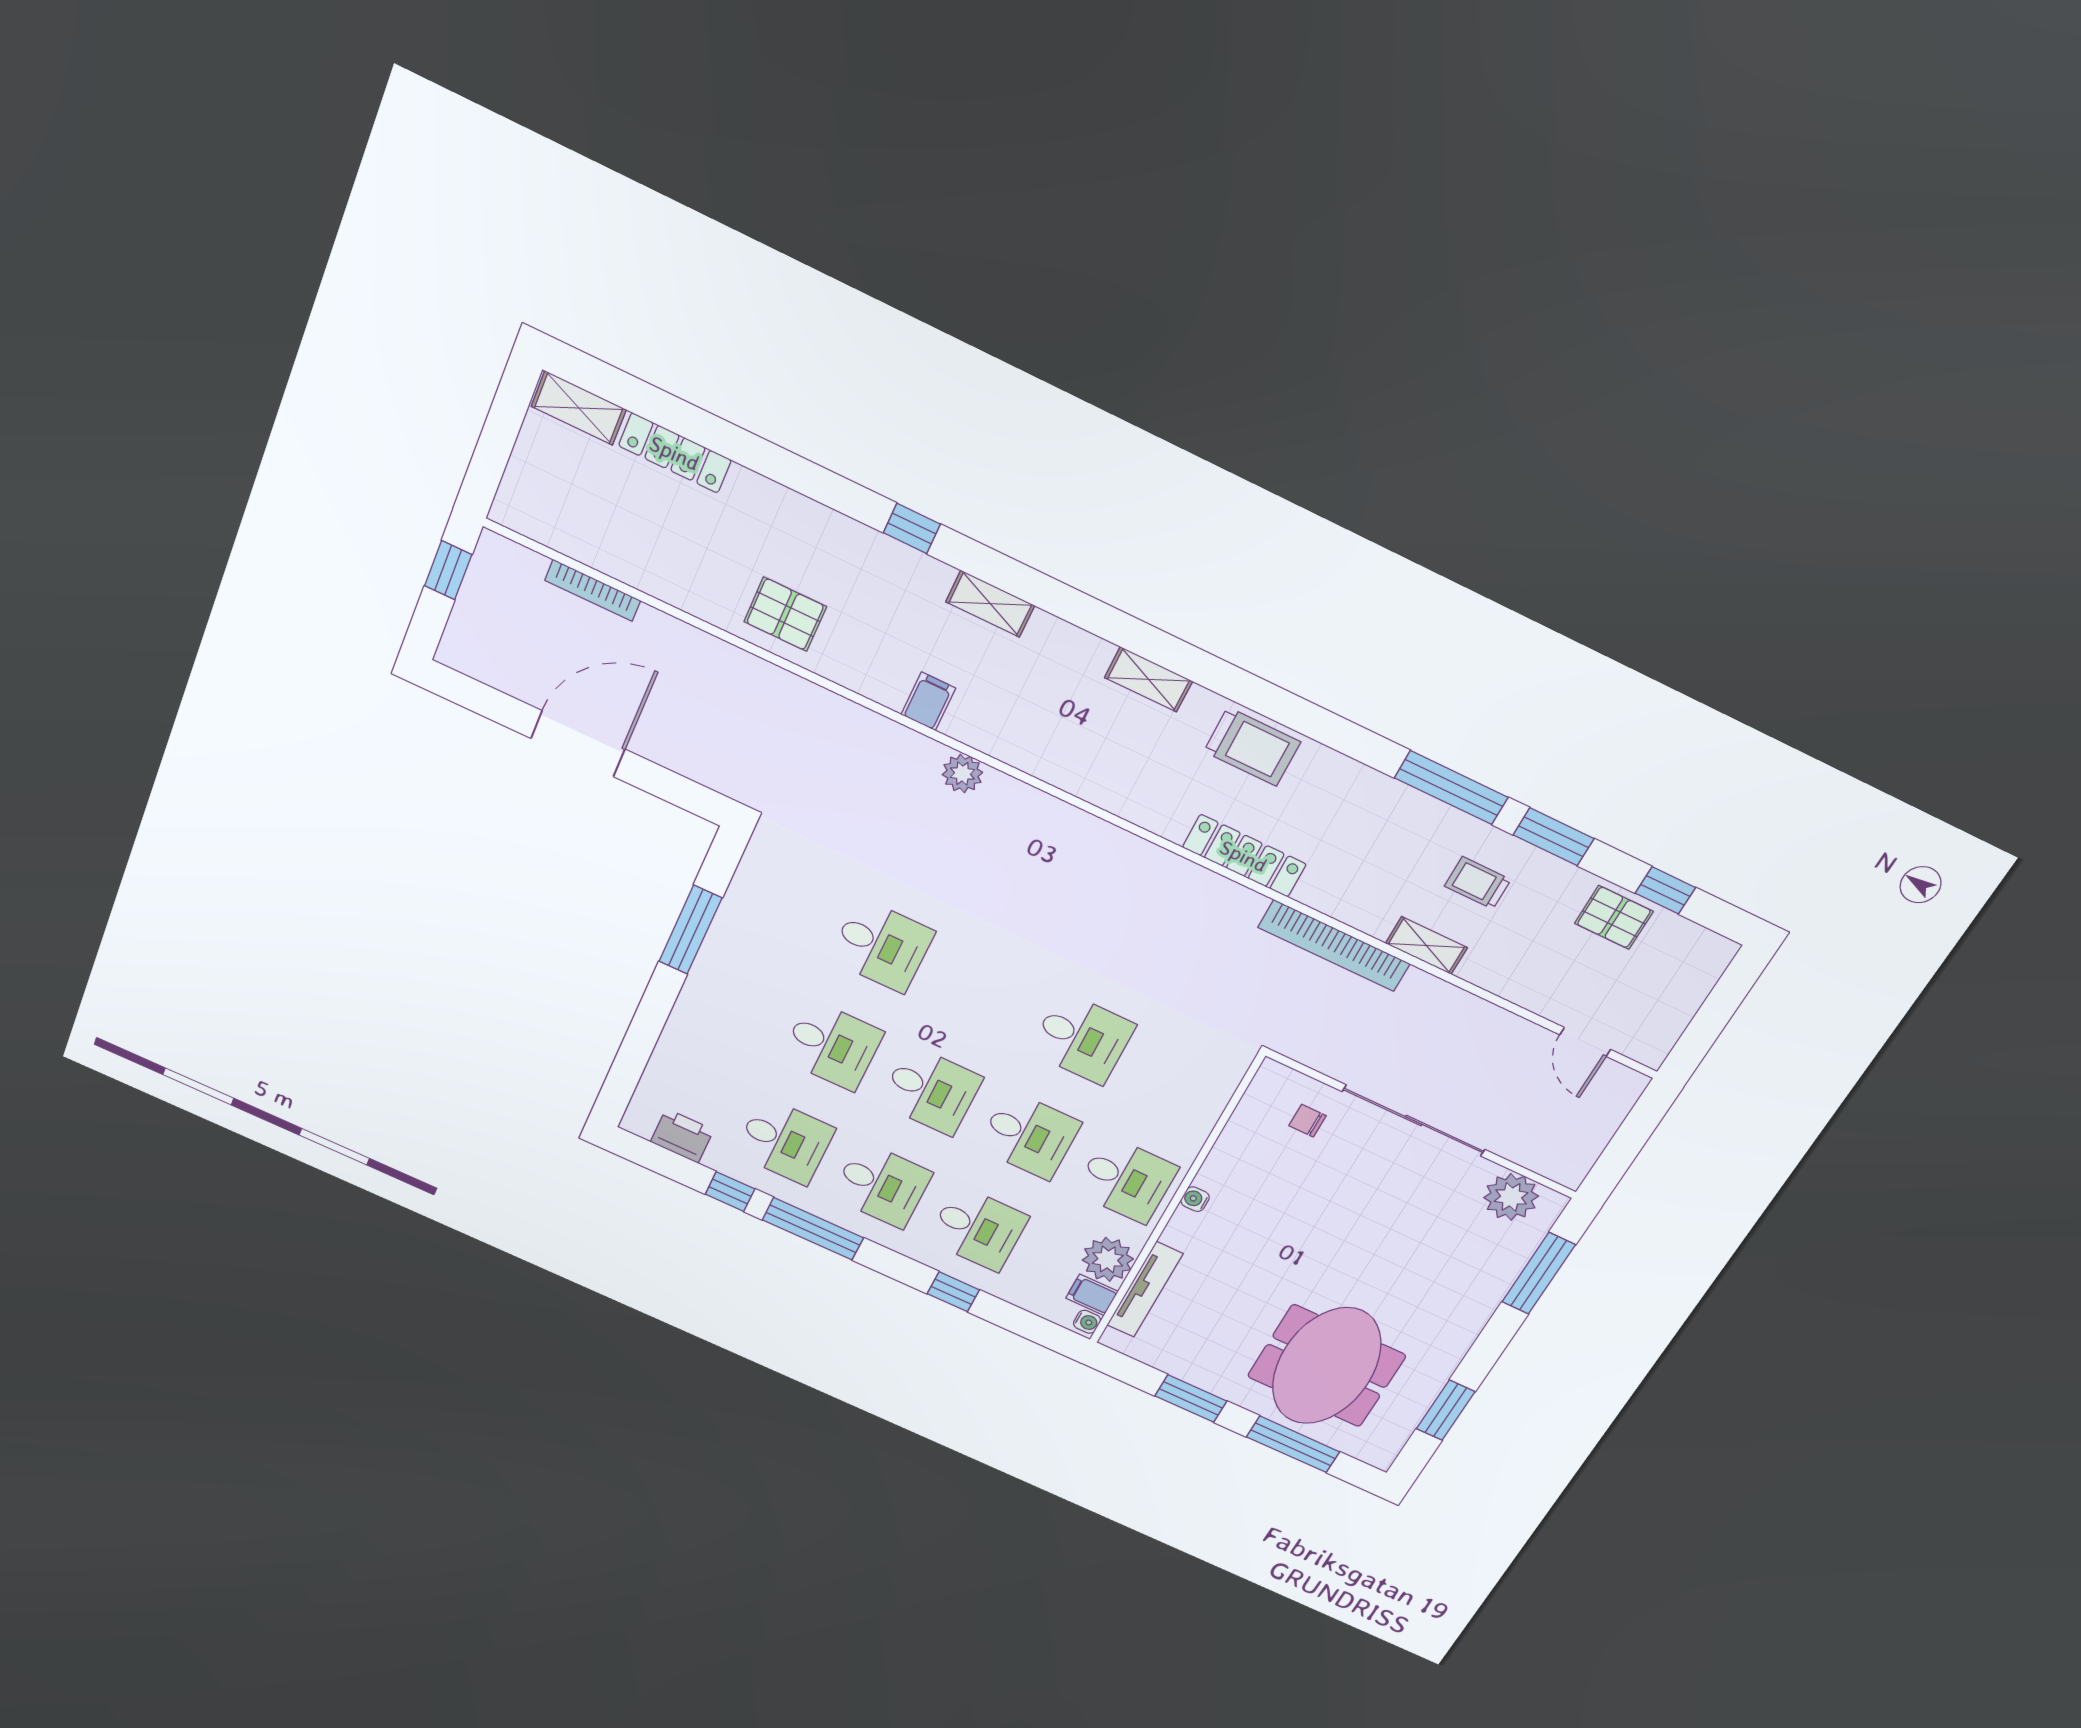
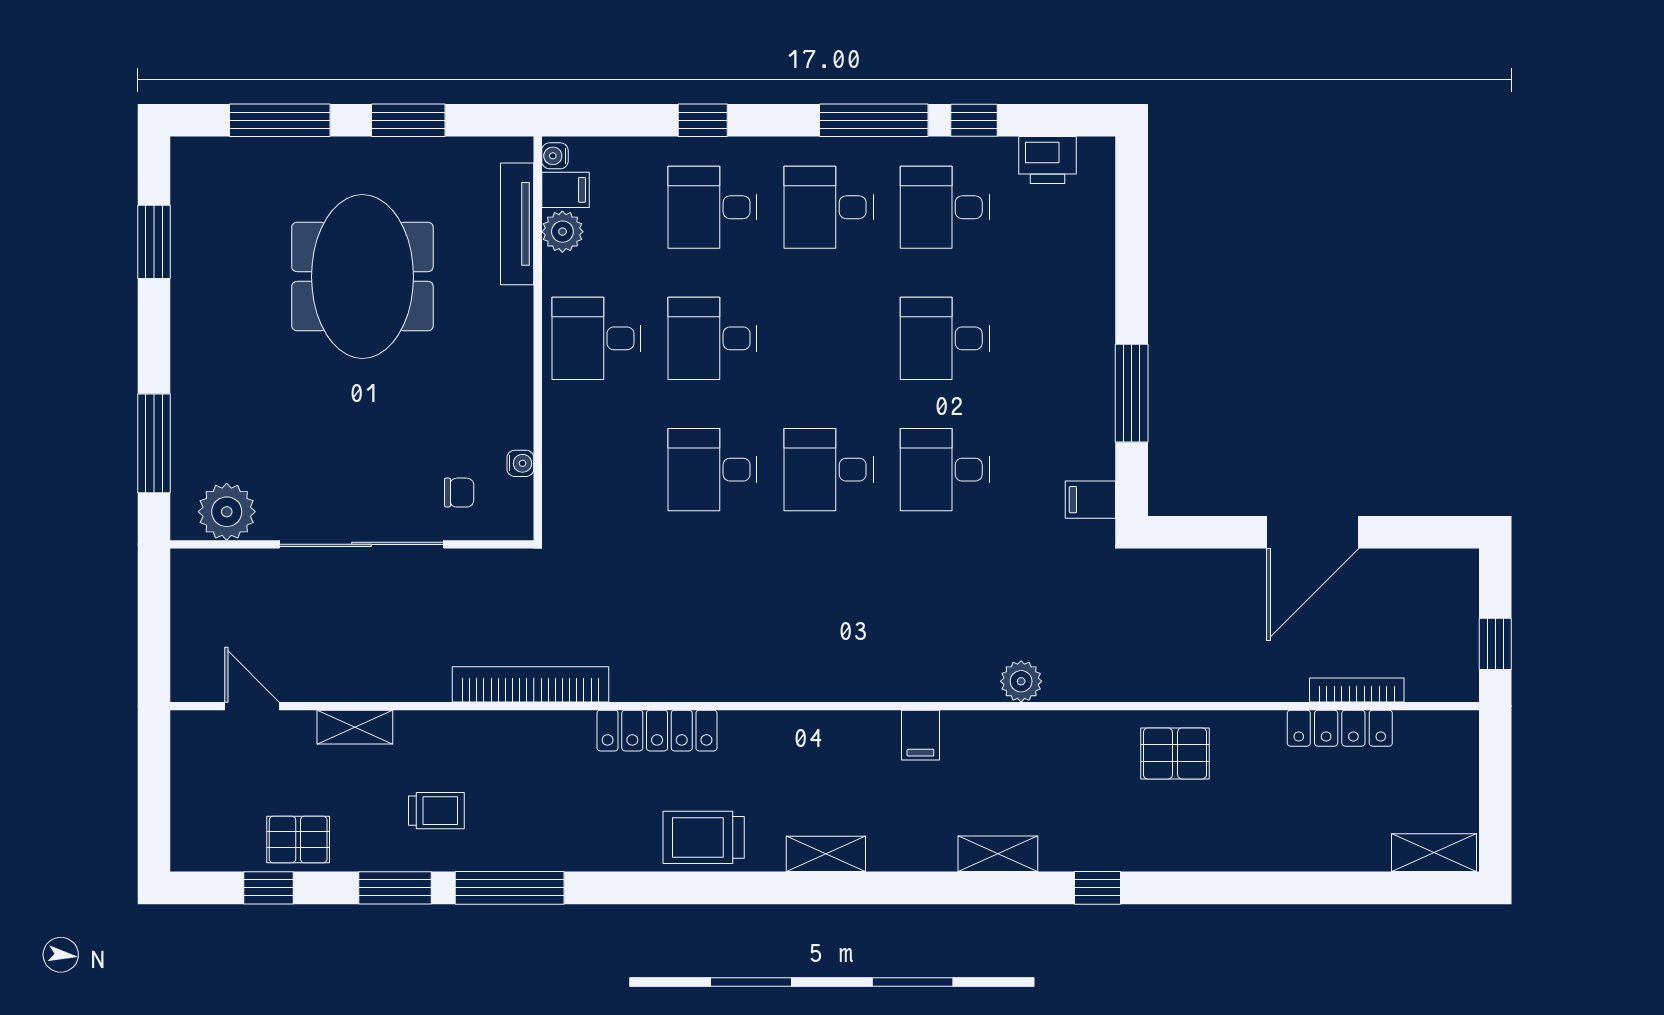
locker: (675, 453) -> (1340, 728), moved, turned 180
filing cabinet: (928, 701) -> (920, 735), moved
plant: (962, 773) -> (1021, 681), moved
filing cabinet: (765, 863) -> (1090, 500), added
shelving: (1426, 945) -> (355, 727), moved
desk: (931, 1090) -> (829, 470), moved
water cooler: (1195, 1199) -> (520, 463), moved
plant: (1108, 1259) -> (562, 232), width x0.73, depth x0.73
meeting table: (1326, 1366) -> (362, 277), moved

